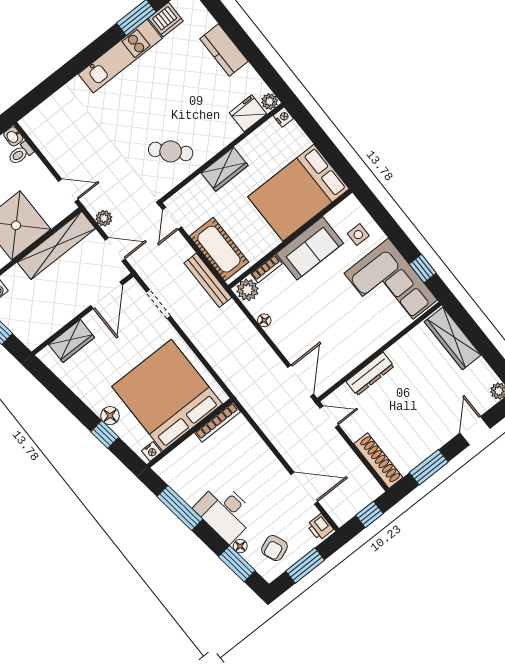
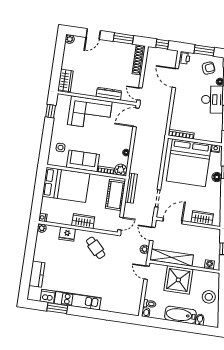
kitchen counter: (224, 50) -> (37, 274), moved
fridge: (248, 113) -> (67, 234), moved
corner sofa: (391, 287) -> (90, 113), moved, turned 90
wardrobe: (453, 338) -> (65, 80), width x0.67

